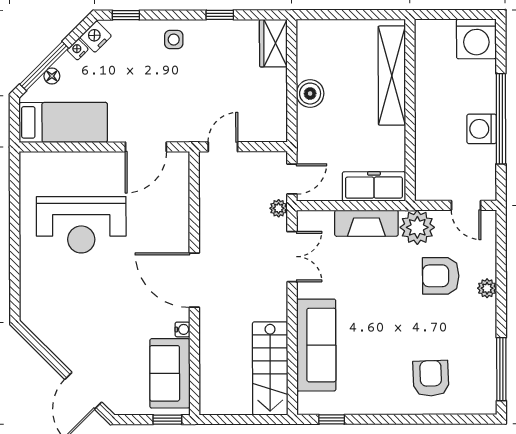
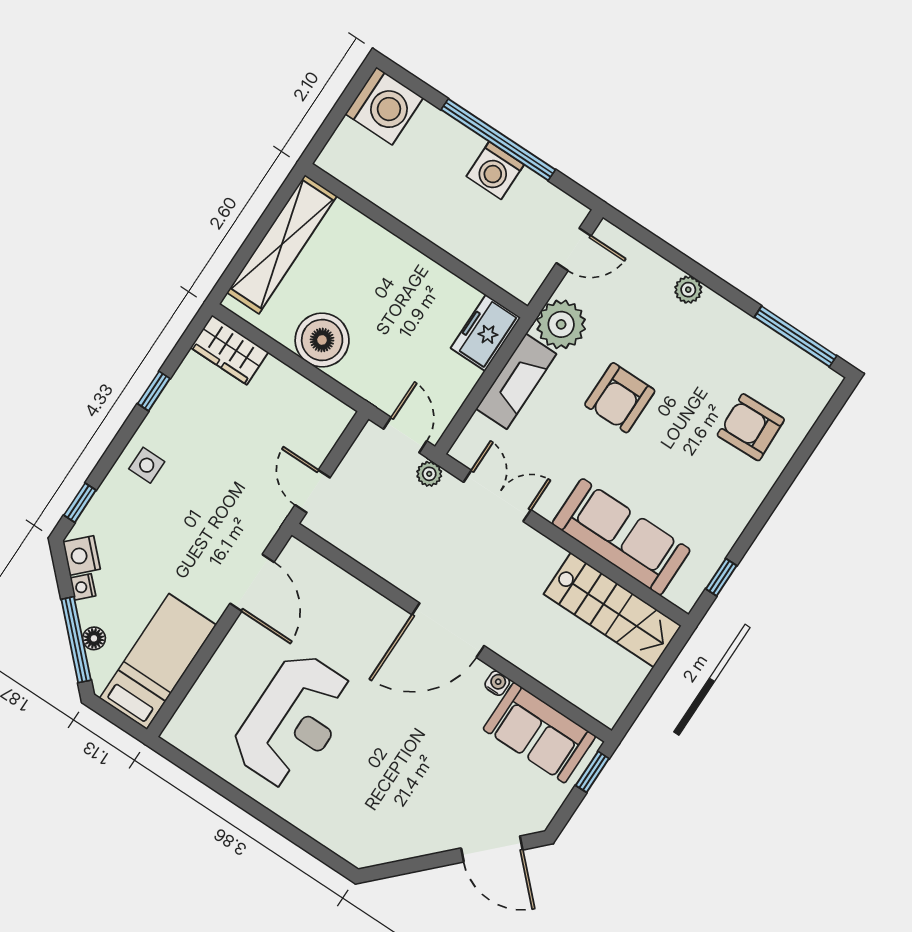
shelving: (392, 76) -> (282, 244), moved, turned 90
boiler: (310, 94) -> (322, 340), width x1.37, depth x1.37
freezer: (374, 186) -> (486, 333), width x0.71
armchair: (441, 276) -> (620, 398), moved

